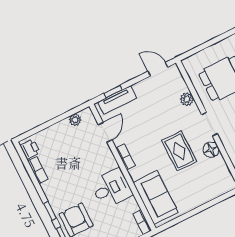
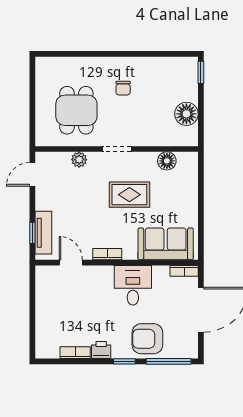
plant: (75, 120) -> (42, 287), removed
printer: (30, 149) -> (101, 350), moved
floor lamp: (211, 150) -> (167, 161), moved

